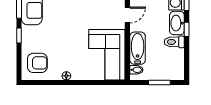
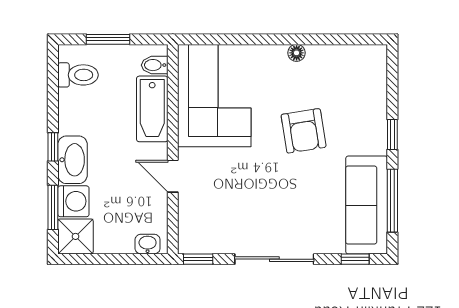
door: (127, 15) -> (173, 176), hinge flipped
toilet: (174, 42) -> (78, 75), moved
armchair: (37, 63) -> (304, 131), moved, turned -99

